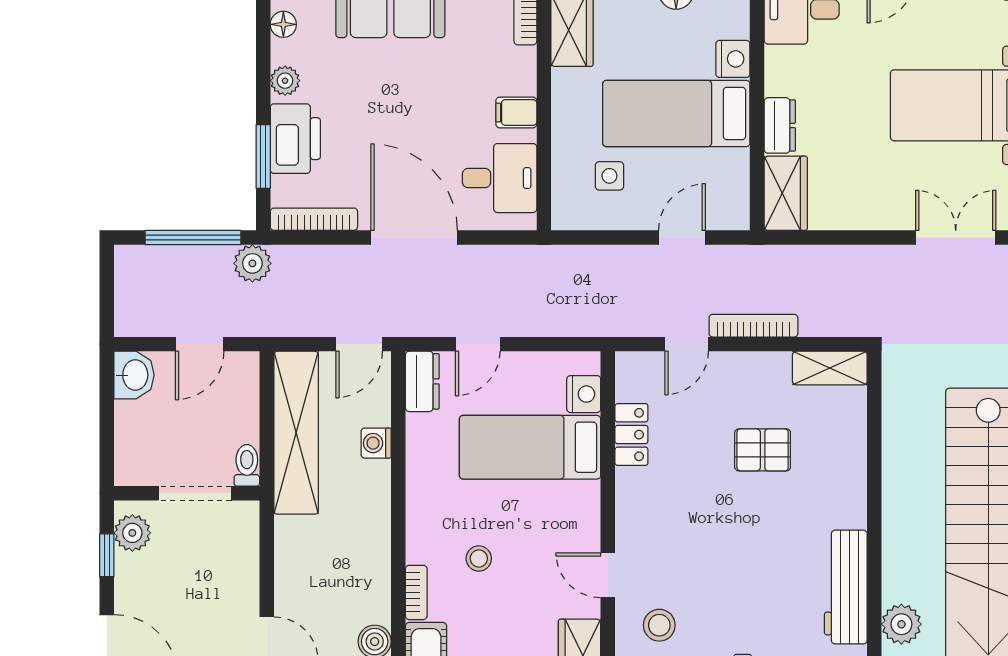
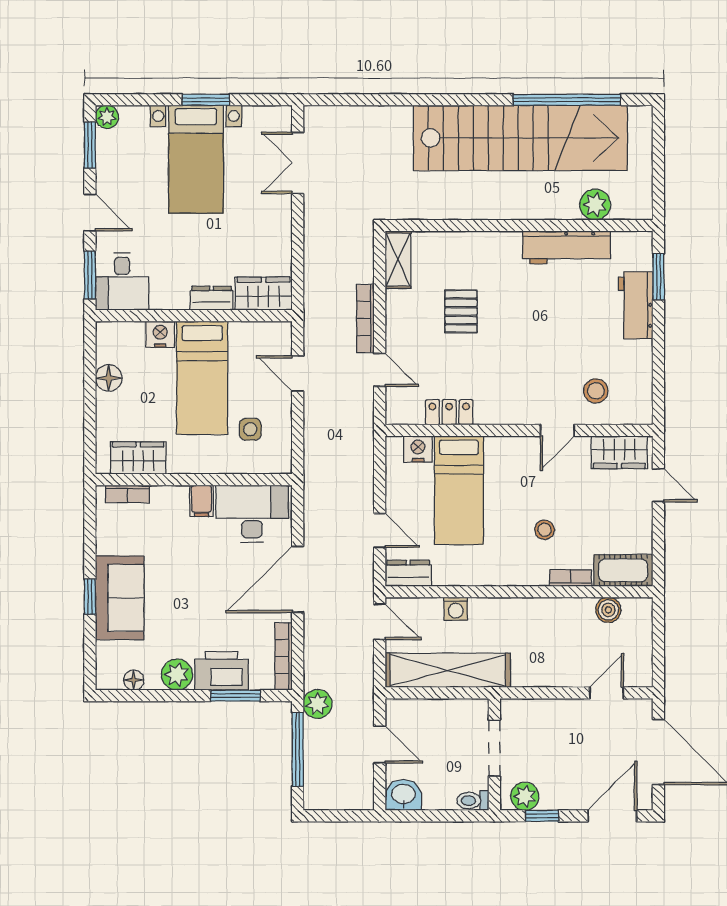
plant: (285, 81) -> (177, 675), width x1.38, depth x1.38
desk: (500, 178) -> (252, 514), width x1.37
toilet: (247, 465) -> (473, 801), moved

